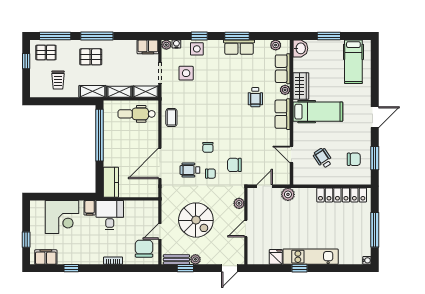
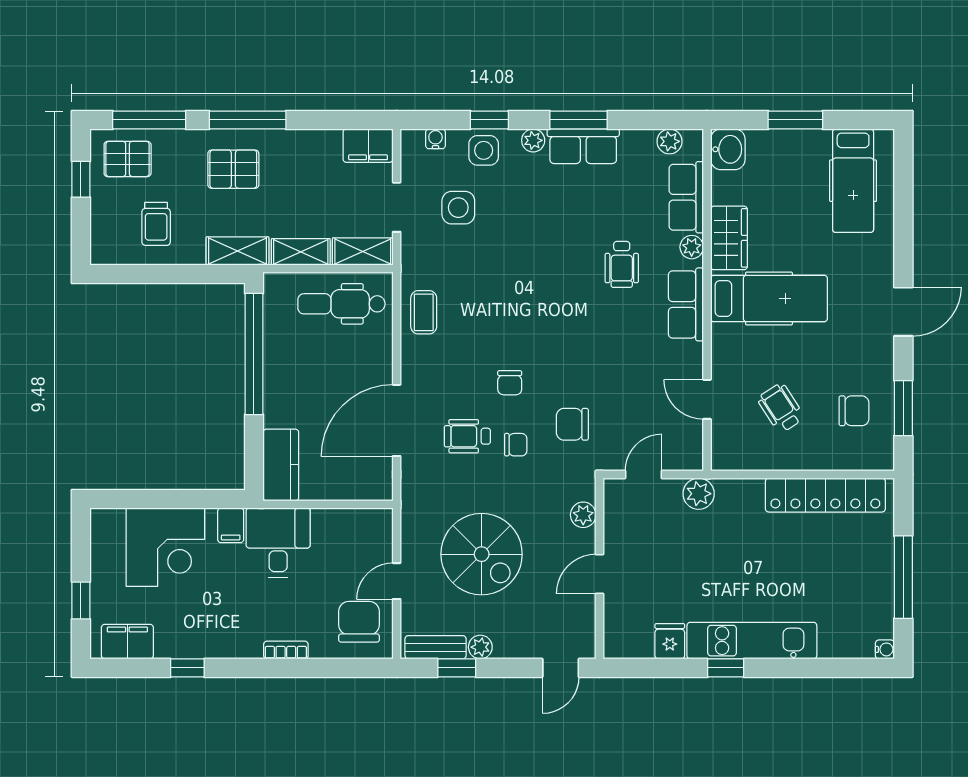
plant: (166, 45) -> (533, 140), moved

